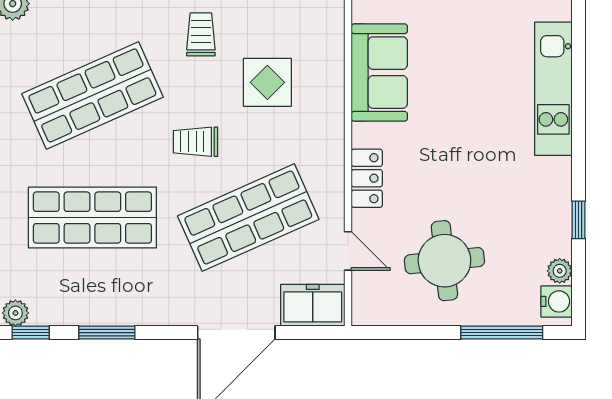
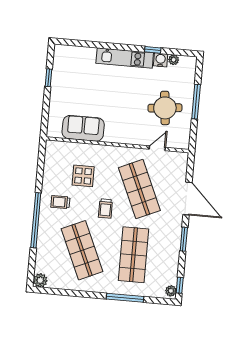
kitchen unit: (553, 89) -> (125, 58), moved
locker: (367, 178) -> (127, 138), removed
water cooler: (557, 301) -> (161, 60), moved
freezer: (313, 305) -> (179, 165), removed
window: (107, 333) -> (184, 239), moved
window: (502, 333) -> (196, 102), moved

